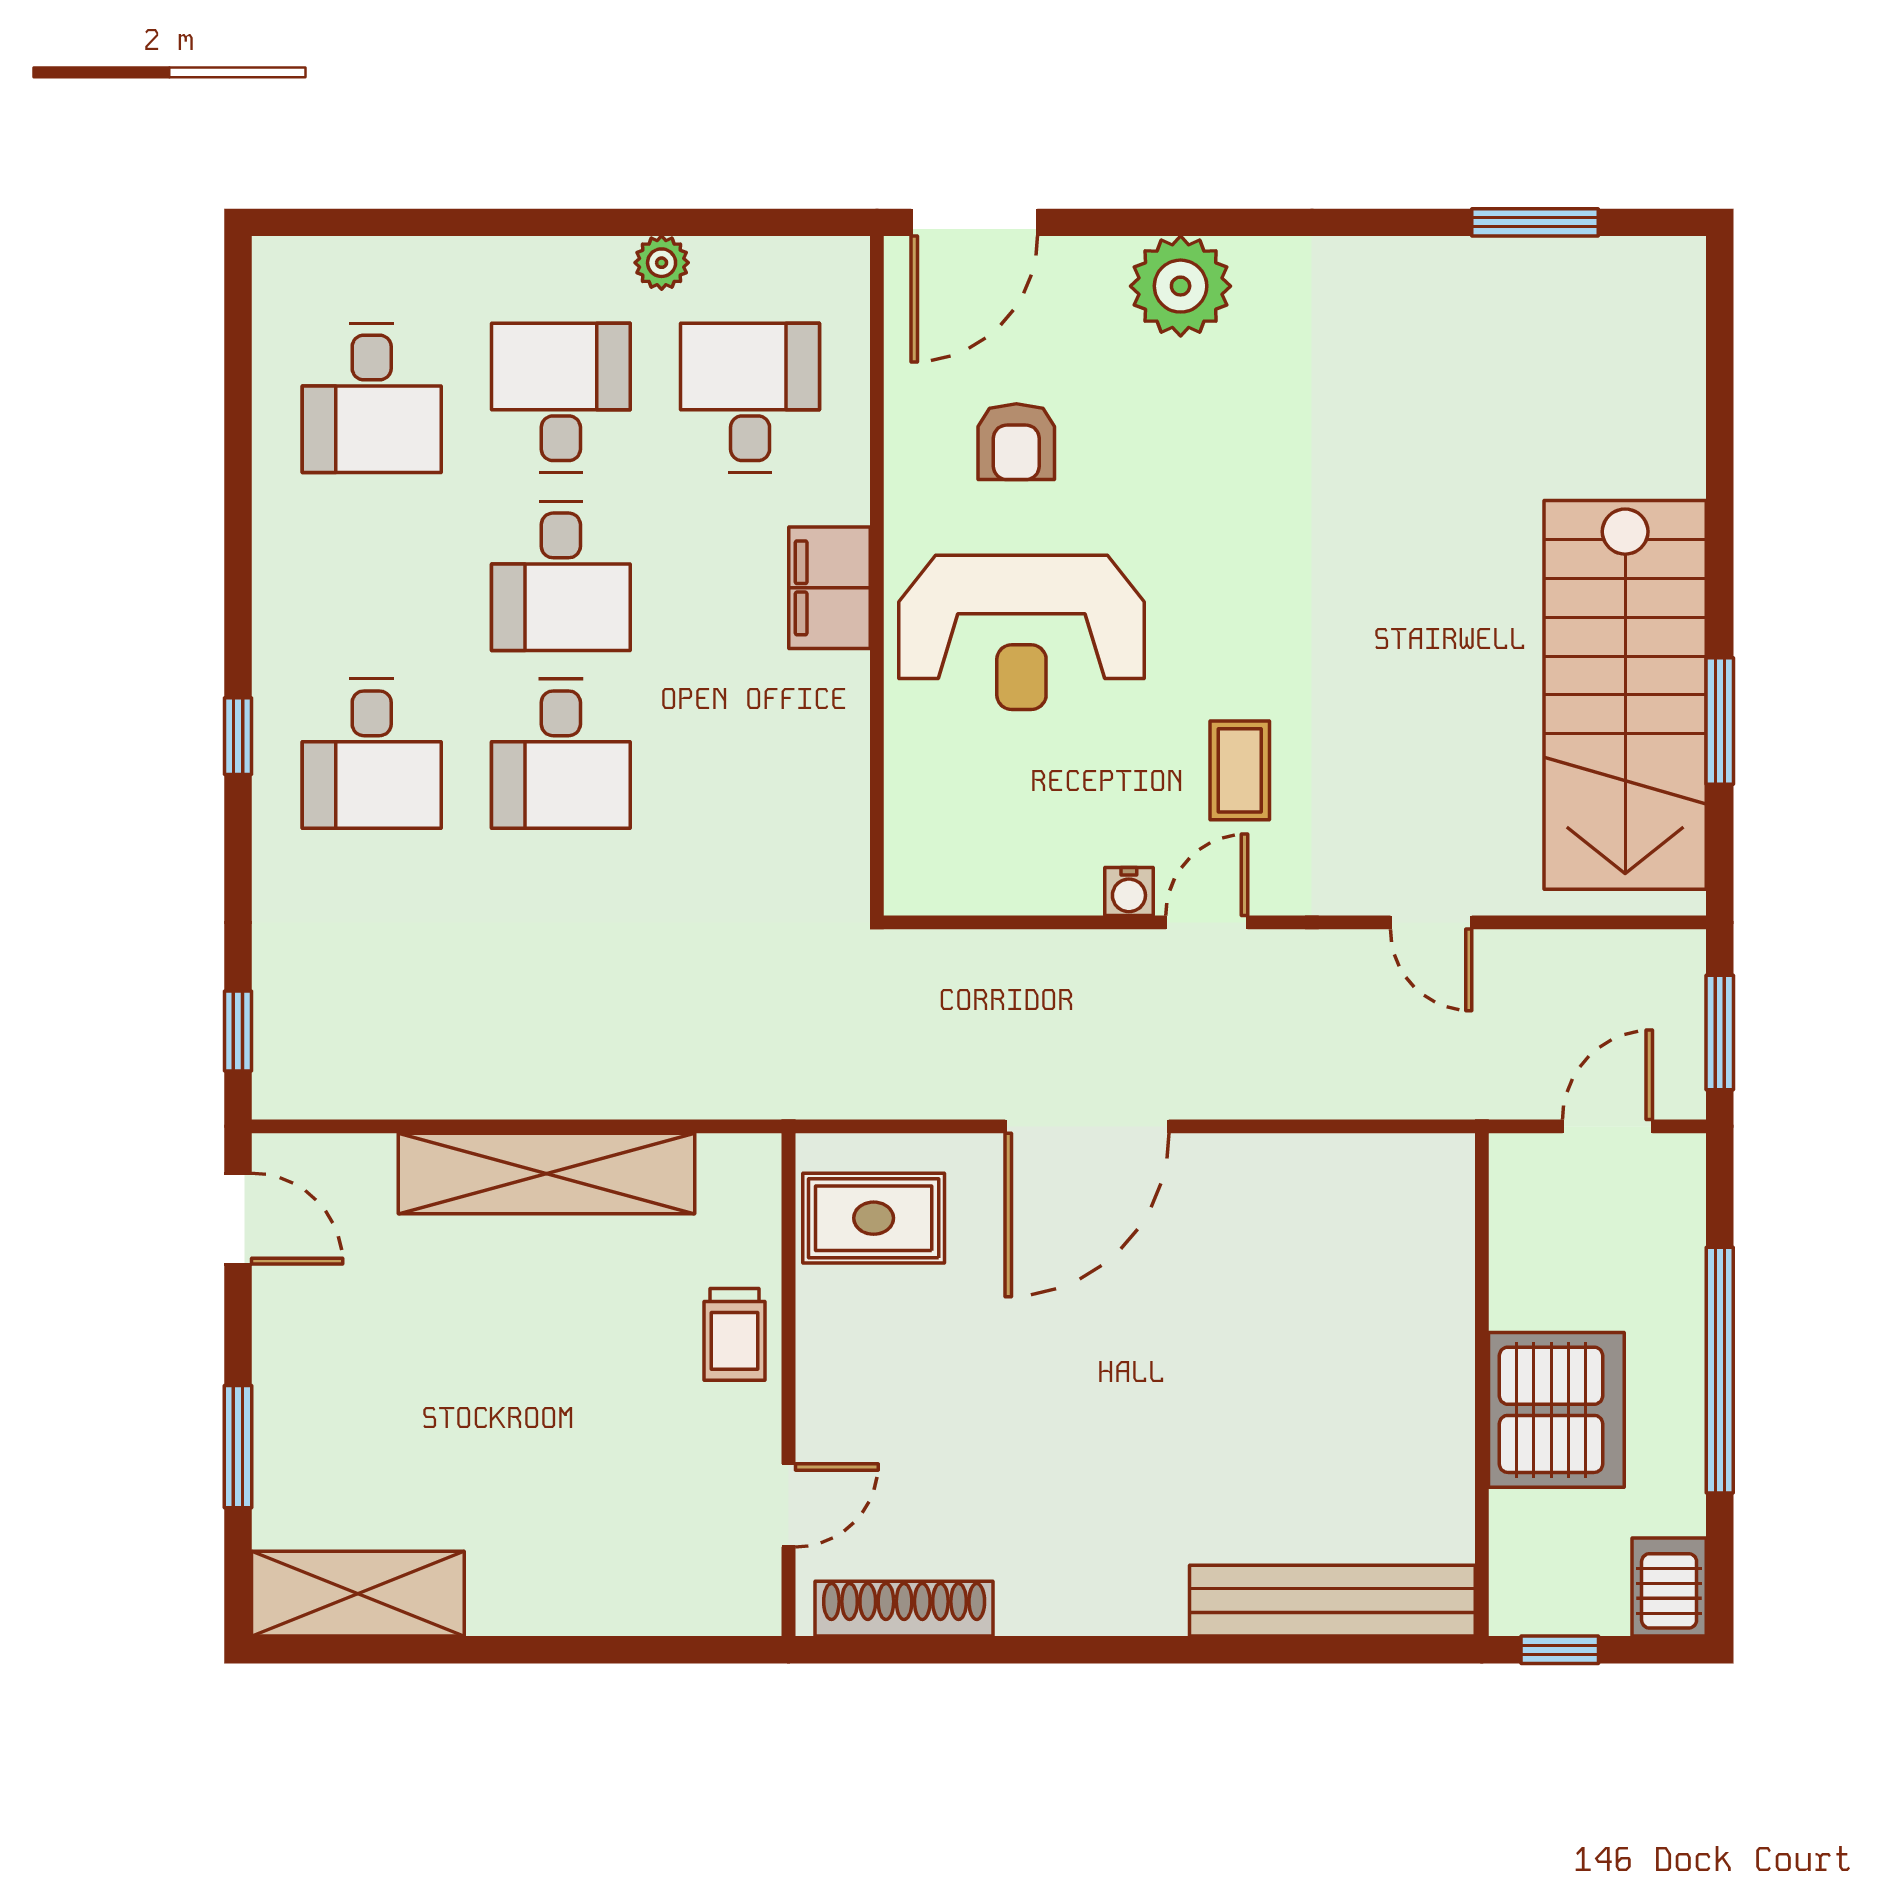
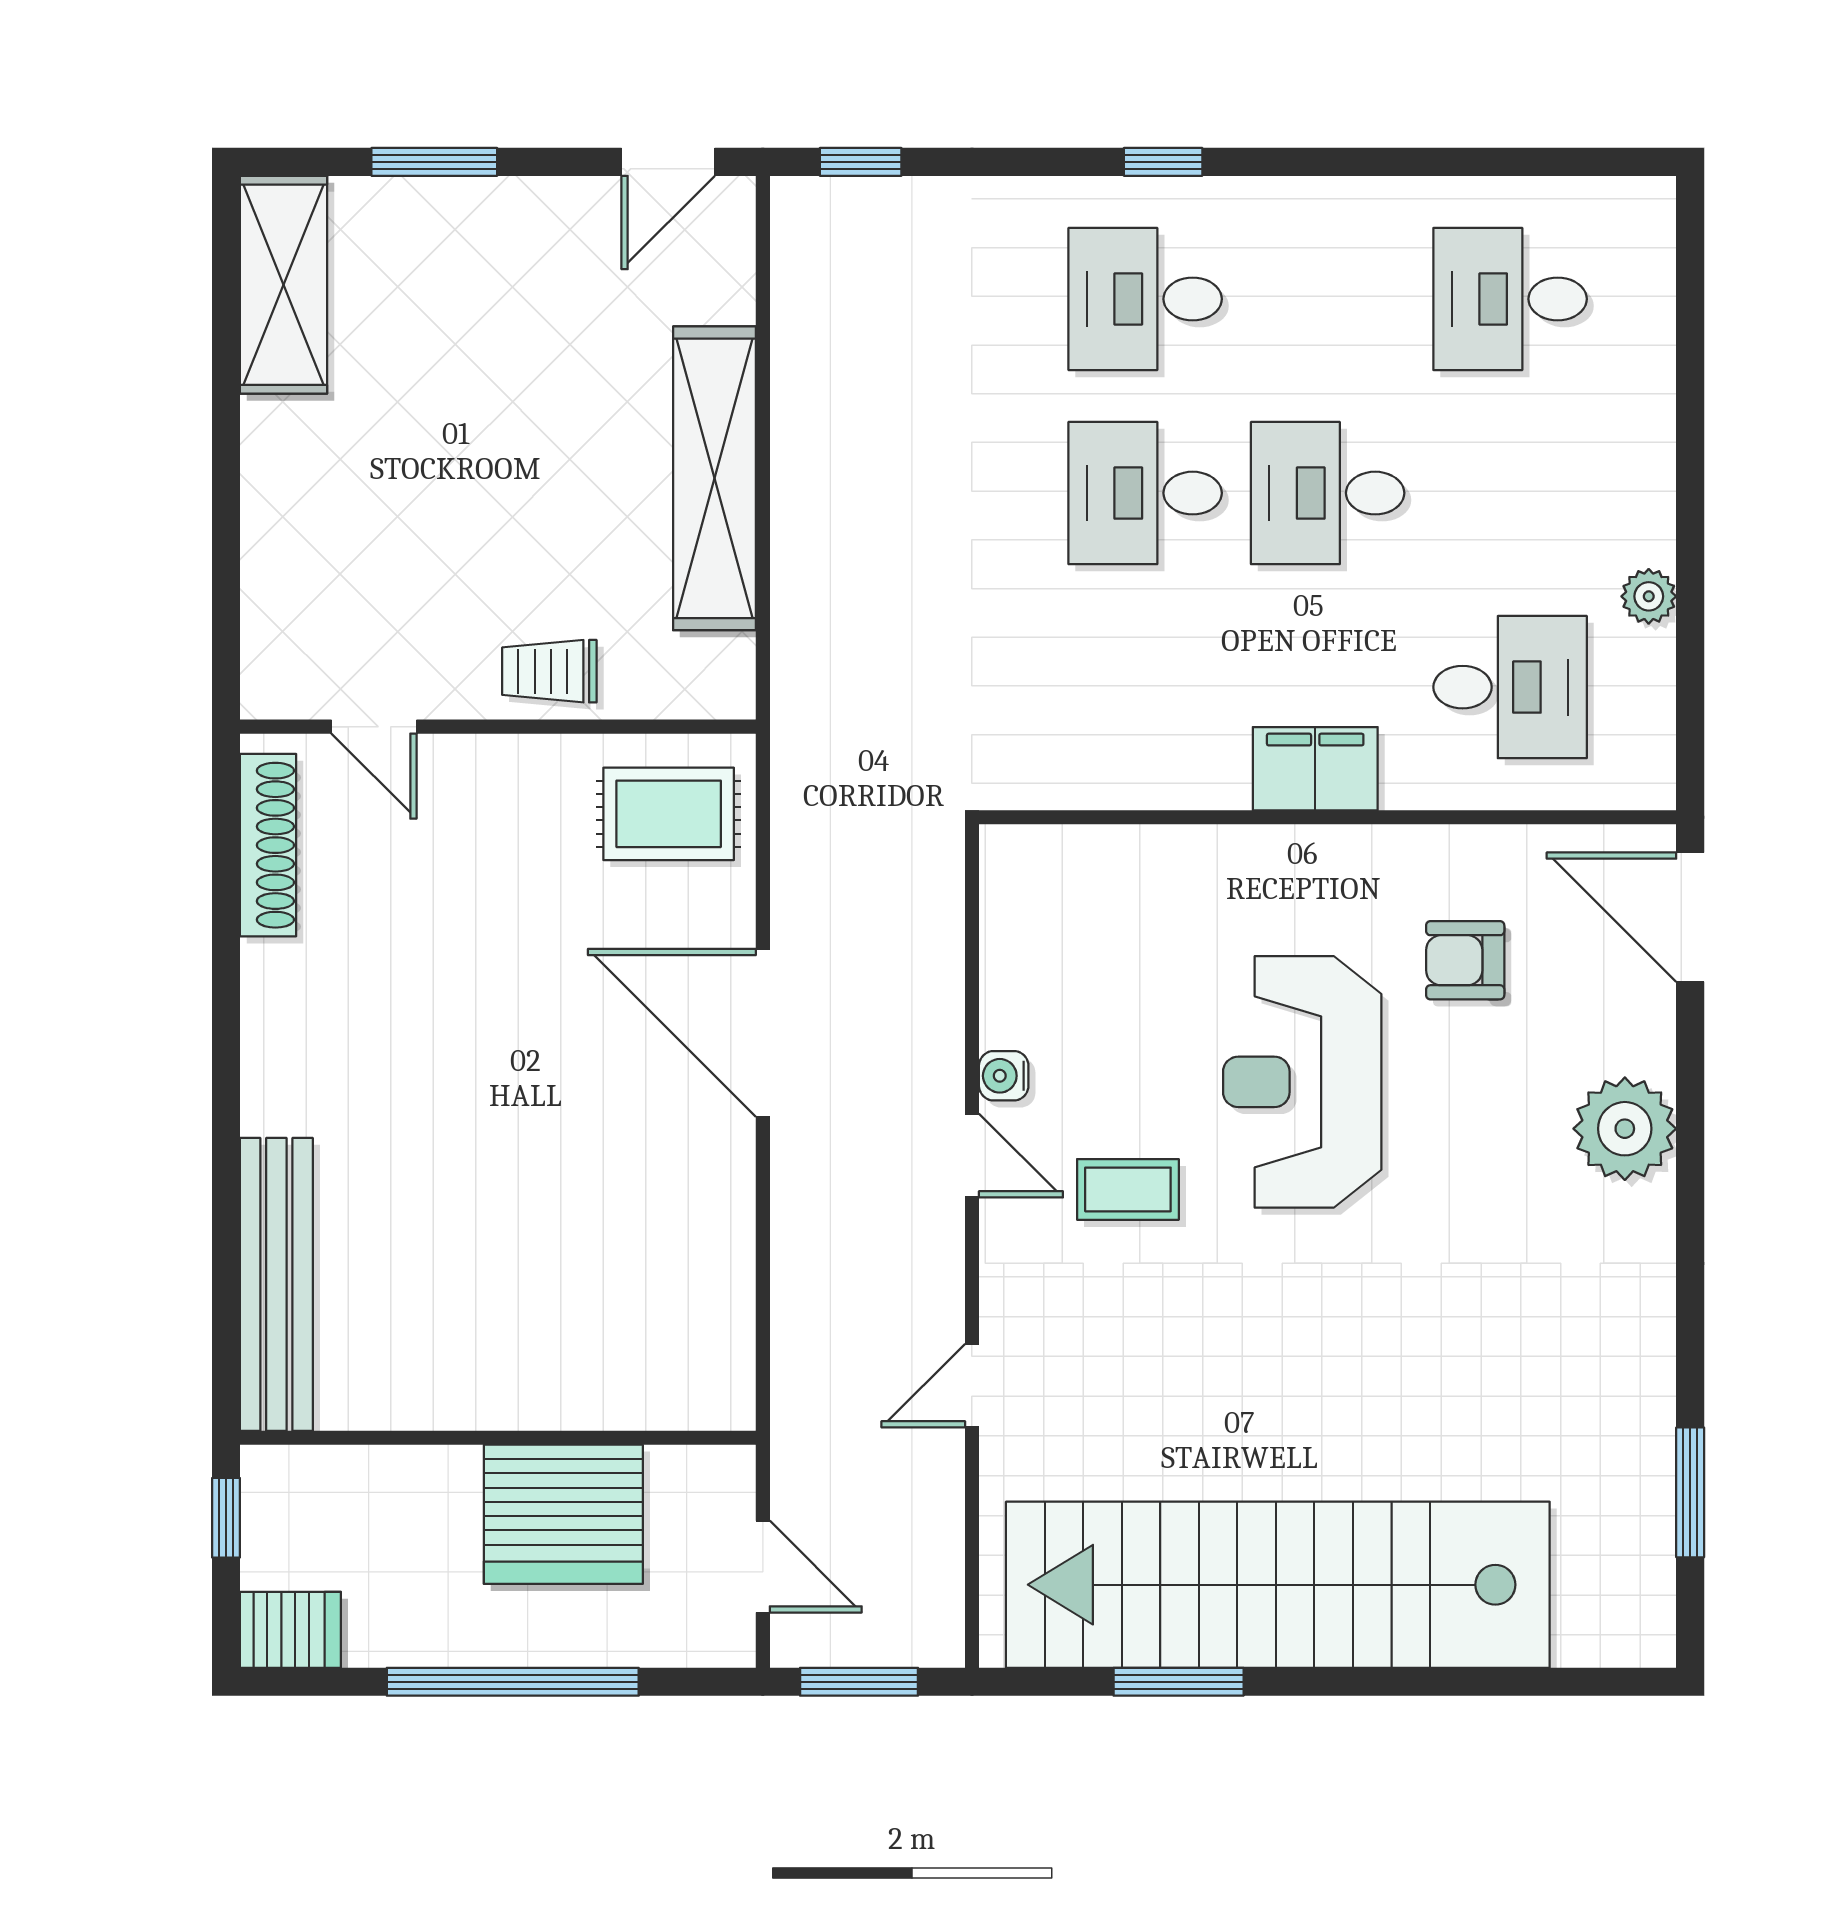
desk: (561, 398) -> (1510, 493), removed
reception desk: (1021, 632) -> (1302, 1082), moved
stairs: (1625, 695) -> (1278, 1585), width x1.36
rug: (874, 1218) -> (669, 814), turned 90
server rack: (1556, 1410) -> (563, 1514), moved

